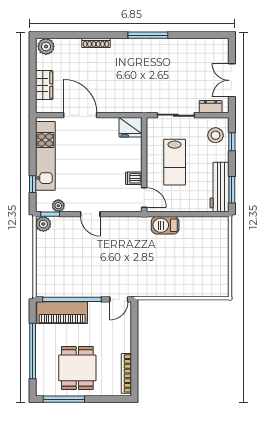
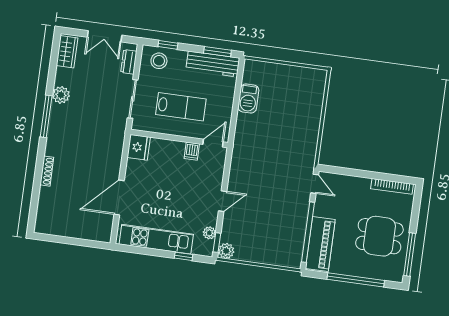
plant: (46, 46) -> (61, 95), moved
wardrobe: (44, 85) -> (67, 52), moved, turned 90
barbecue: (165, 225) -> (248, 99), moved

